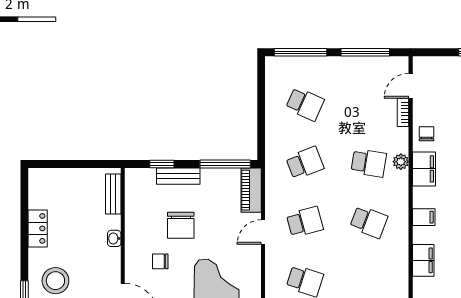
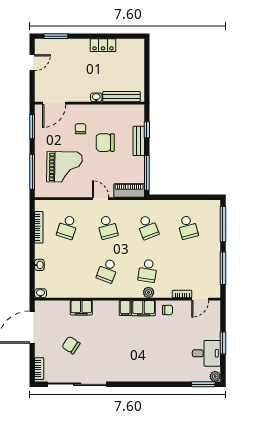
door: (411, 86) -> (200, 299), swing flipped
school desk: (305, 104) -> (188, 227), turned -39
bench: (113, 194) -> (121, 97), width x1.36
filing cabinet: (424, 217) -> (125, 308), moved
stool: (55, 281) -> (67, 57), removed

